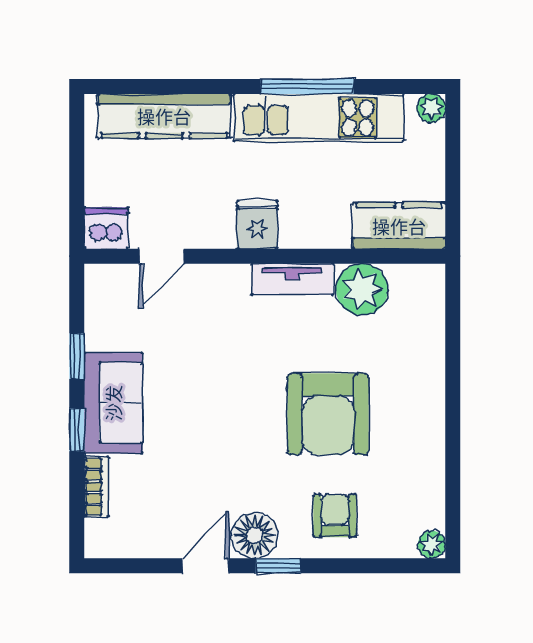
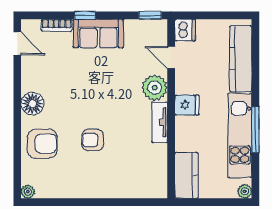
plant: (362, 289) -> (155, 88), moved
window: (77, 356) -> (150, 15), moved
armchair: (328, 414) -> (93, 140), width x0.53, depth x0.53
armchair: (335, 516) -> (42, 144), width x1.38, depth x1.38
door: (206, 566) -> (17, 43), moved
window: (278, 566) -> (17, 115), removed

